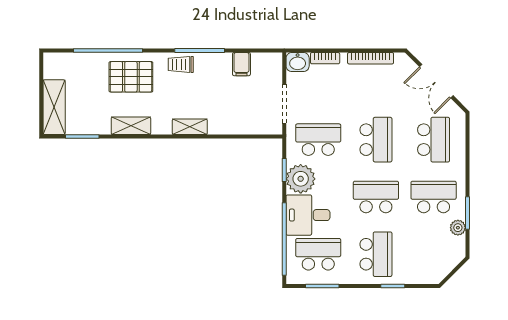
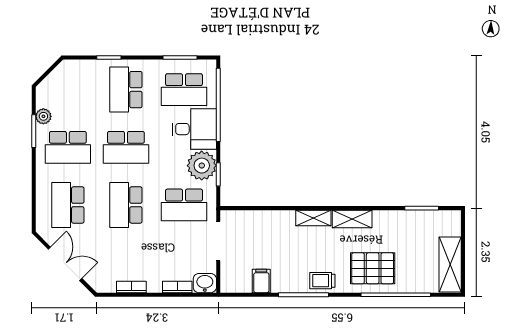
bookcase: (371, 58) -> (131, 287), width x0.64
trolley: (181, 64) -> (322, 281), turned 180
shelving: (54, 107) -> (450, 265), moved
shelving: (131, 126) -> (352, 219), moved

